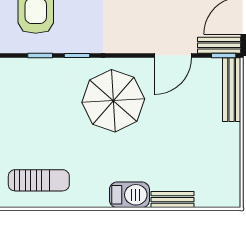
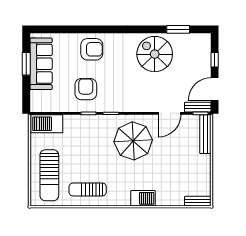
sun lounger: (39, 180) -> (88, 190), turned 180
bench: (172, 200) -> (198, 201), moved

